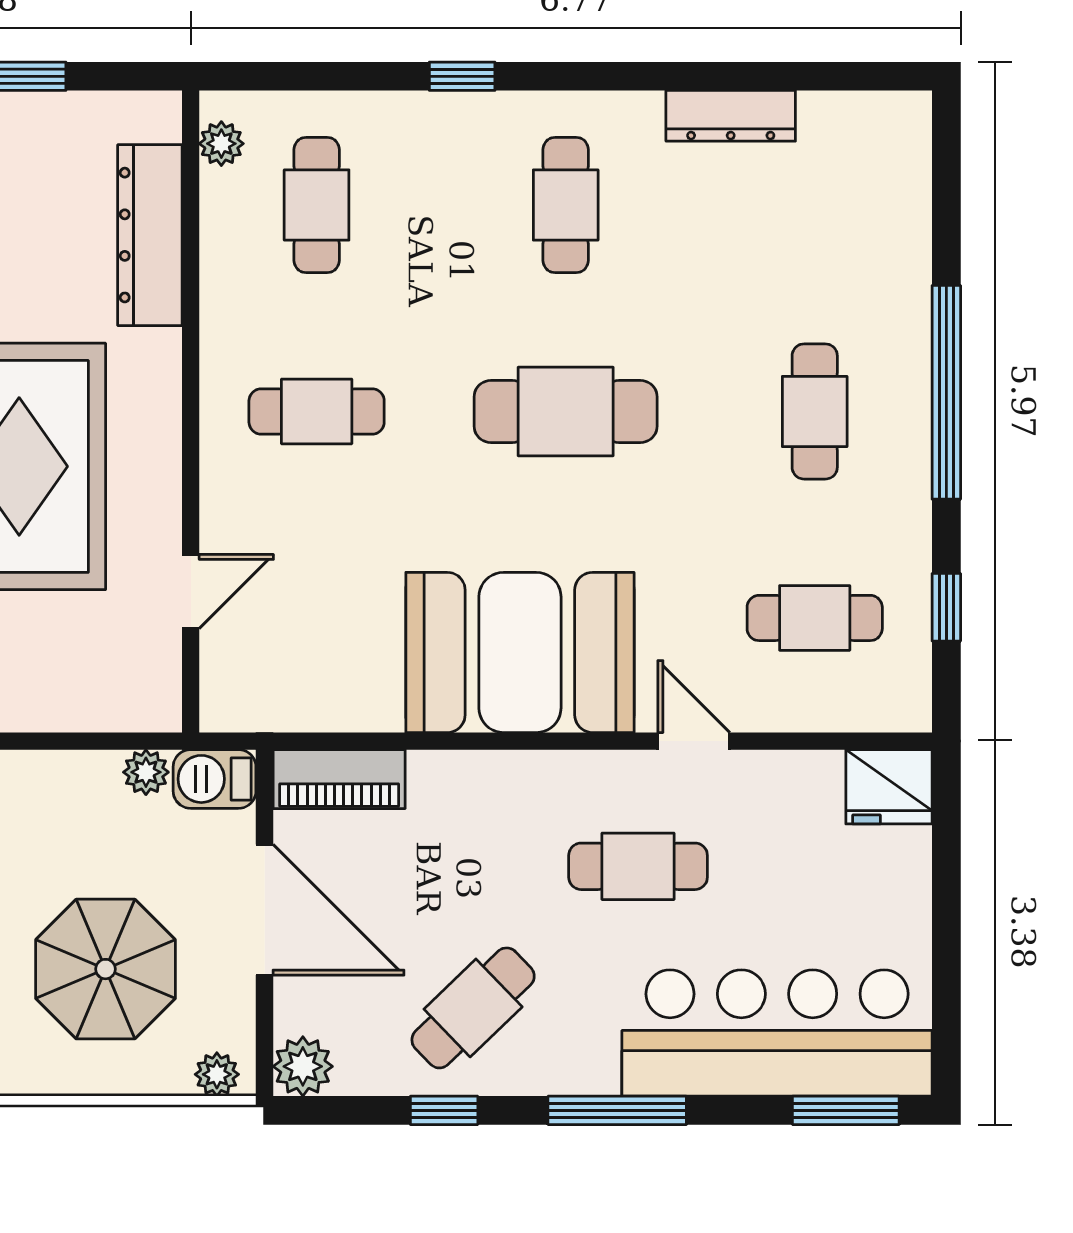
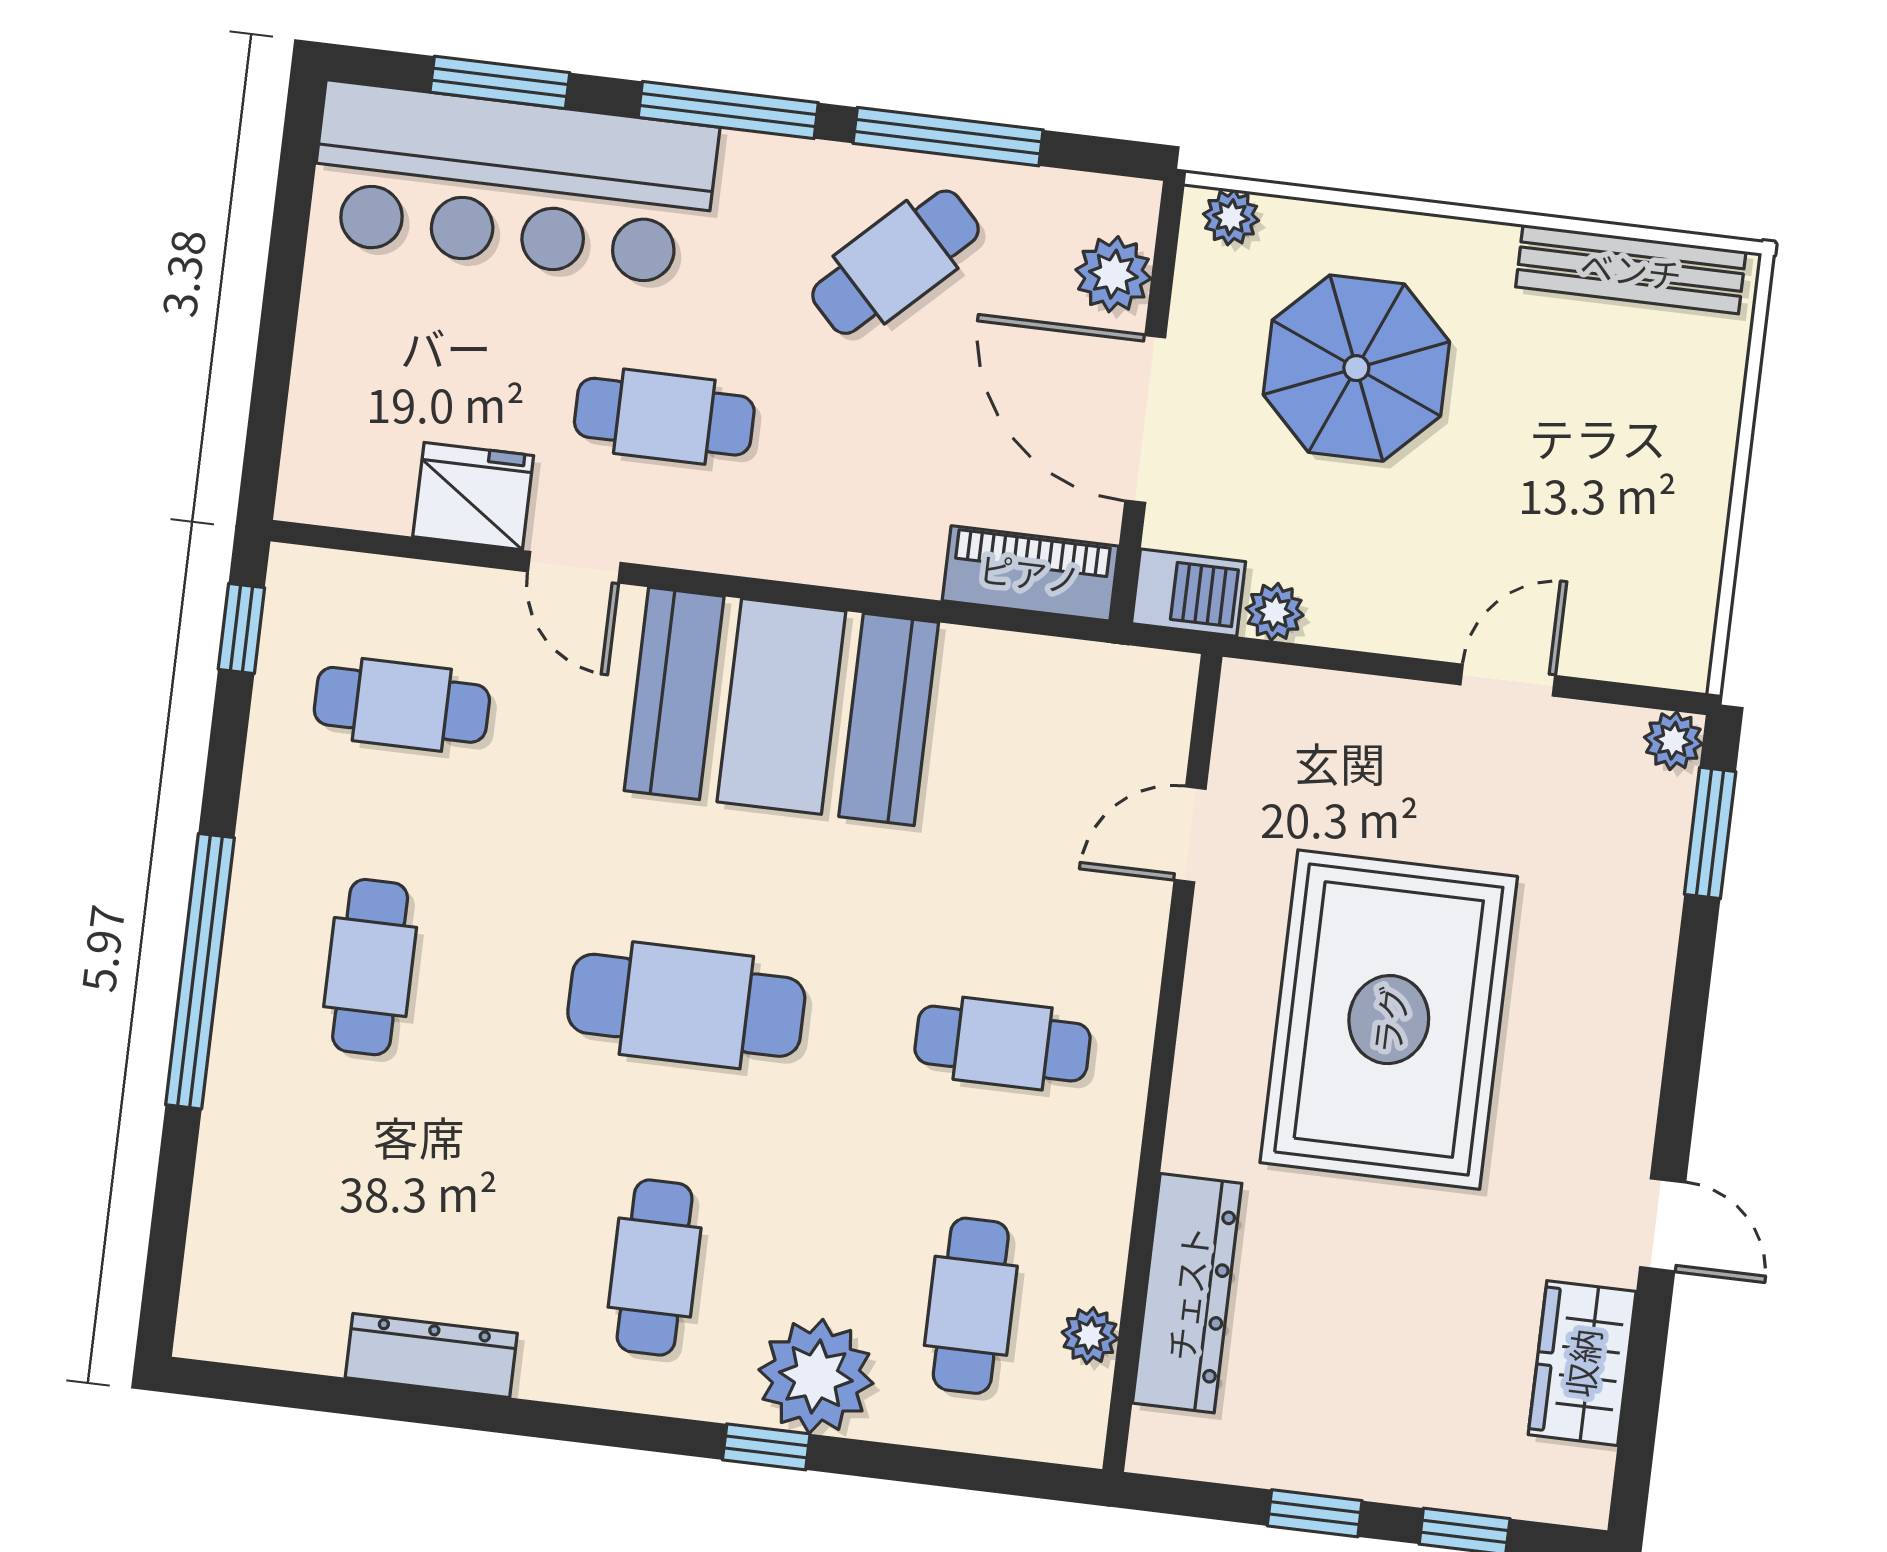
plant: (430, 136) -> (816, 1376), added
plant: (221, 144) -> (1090, 1336), moved
window: (946, 607) -> (241, 628), moved
fridge: (889, 787) -> (473, 496), moved
plant: (303, 1066) -> (1113, 274), moved
window: (444, 1110) -> (948, 137), width x2.17
window: (846, 1110) -> (500, 82), moved

